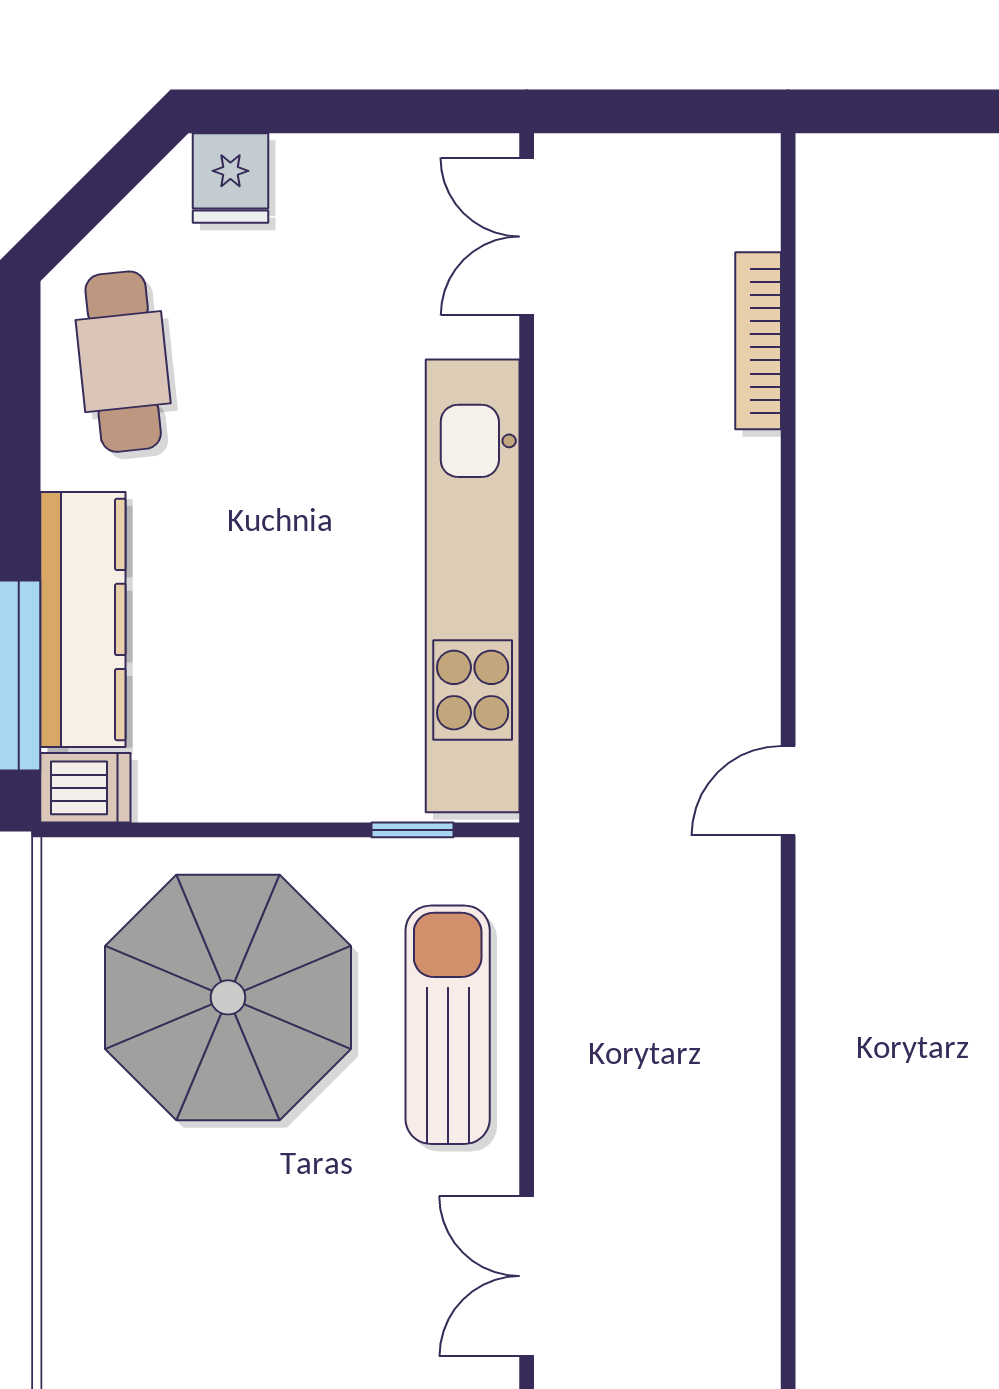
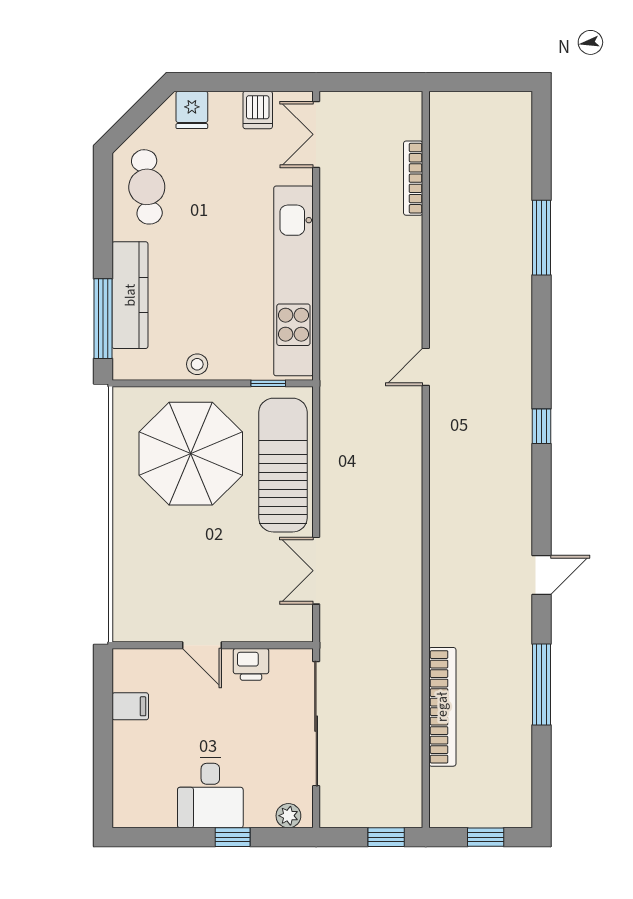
stool: (243, 784) -> (197, 364), added
dishwasher: (85, 788) -> (258, 110), moved, turned 90
sun lounger: (448, 1025) -> (283, 465), width x1.36, depth x1.34

